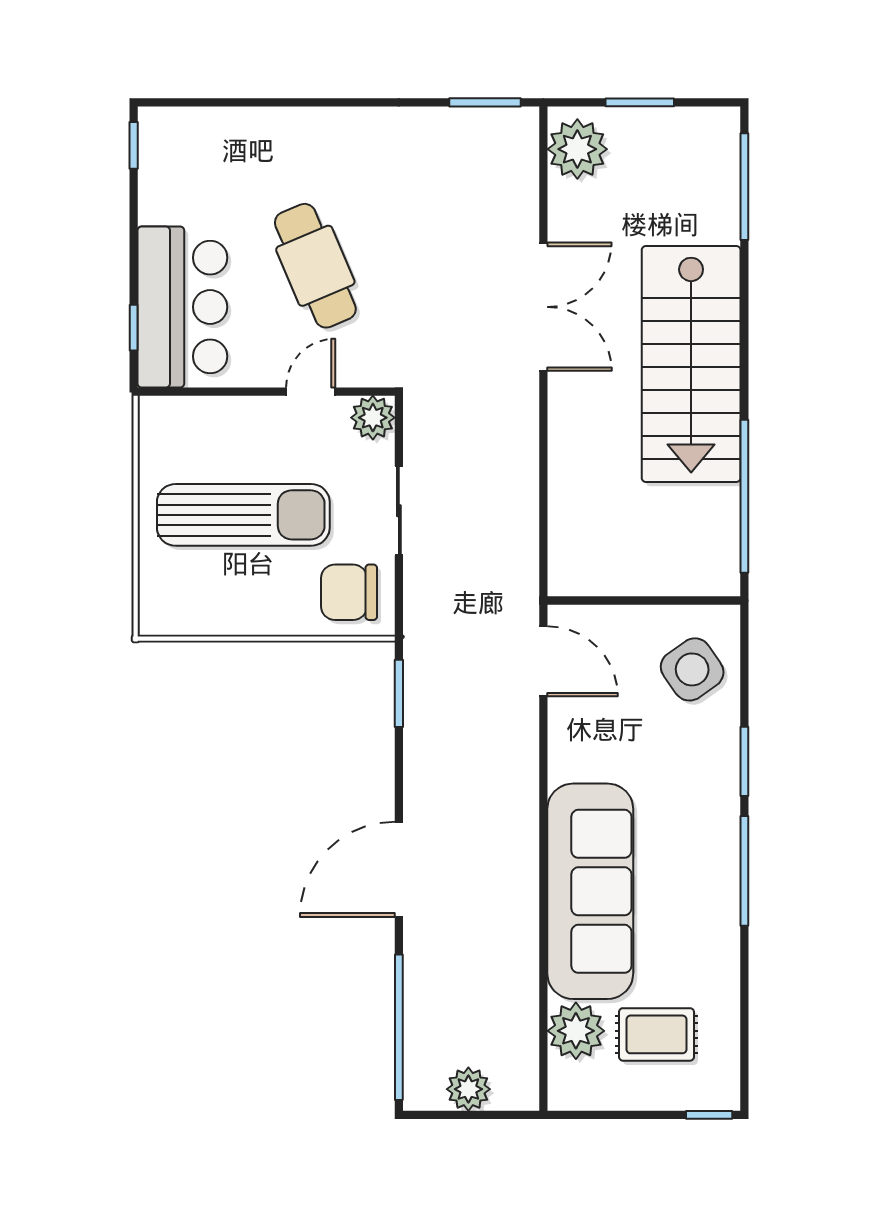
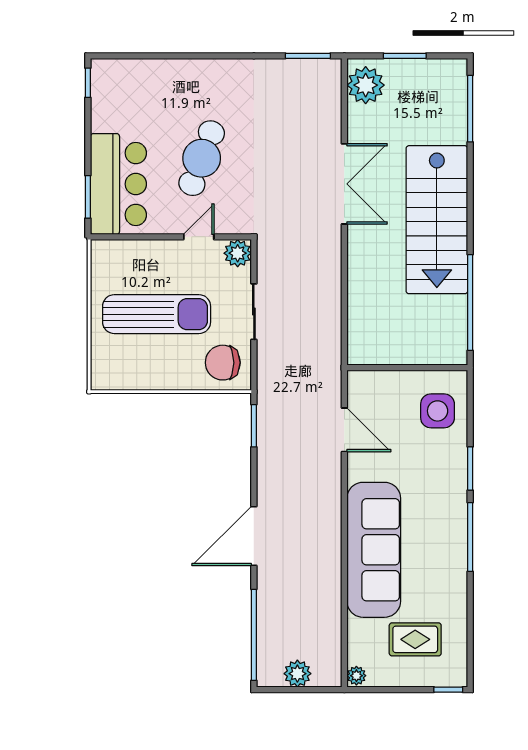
cafe table: (315, 266) -> (202, 158), turned 44
window: (134, 328) -> (88, 197), width x1.50
door: (543, 661) -> (344, 430), moved
side table: (692, 669) -> (438, 411), turned 35
plant: (576, 1031) -> (356, 676), moved, width x0.53, depth x0.53

